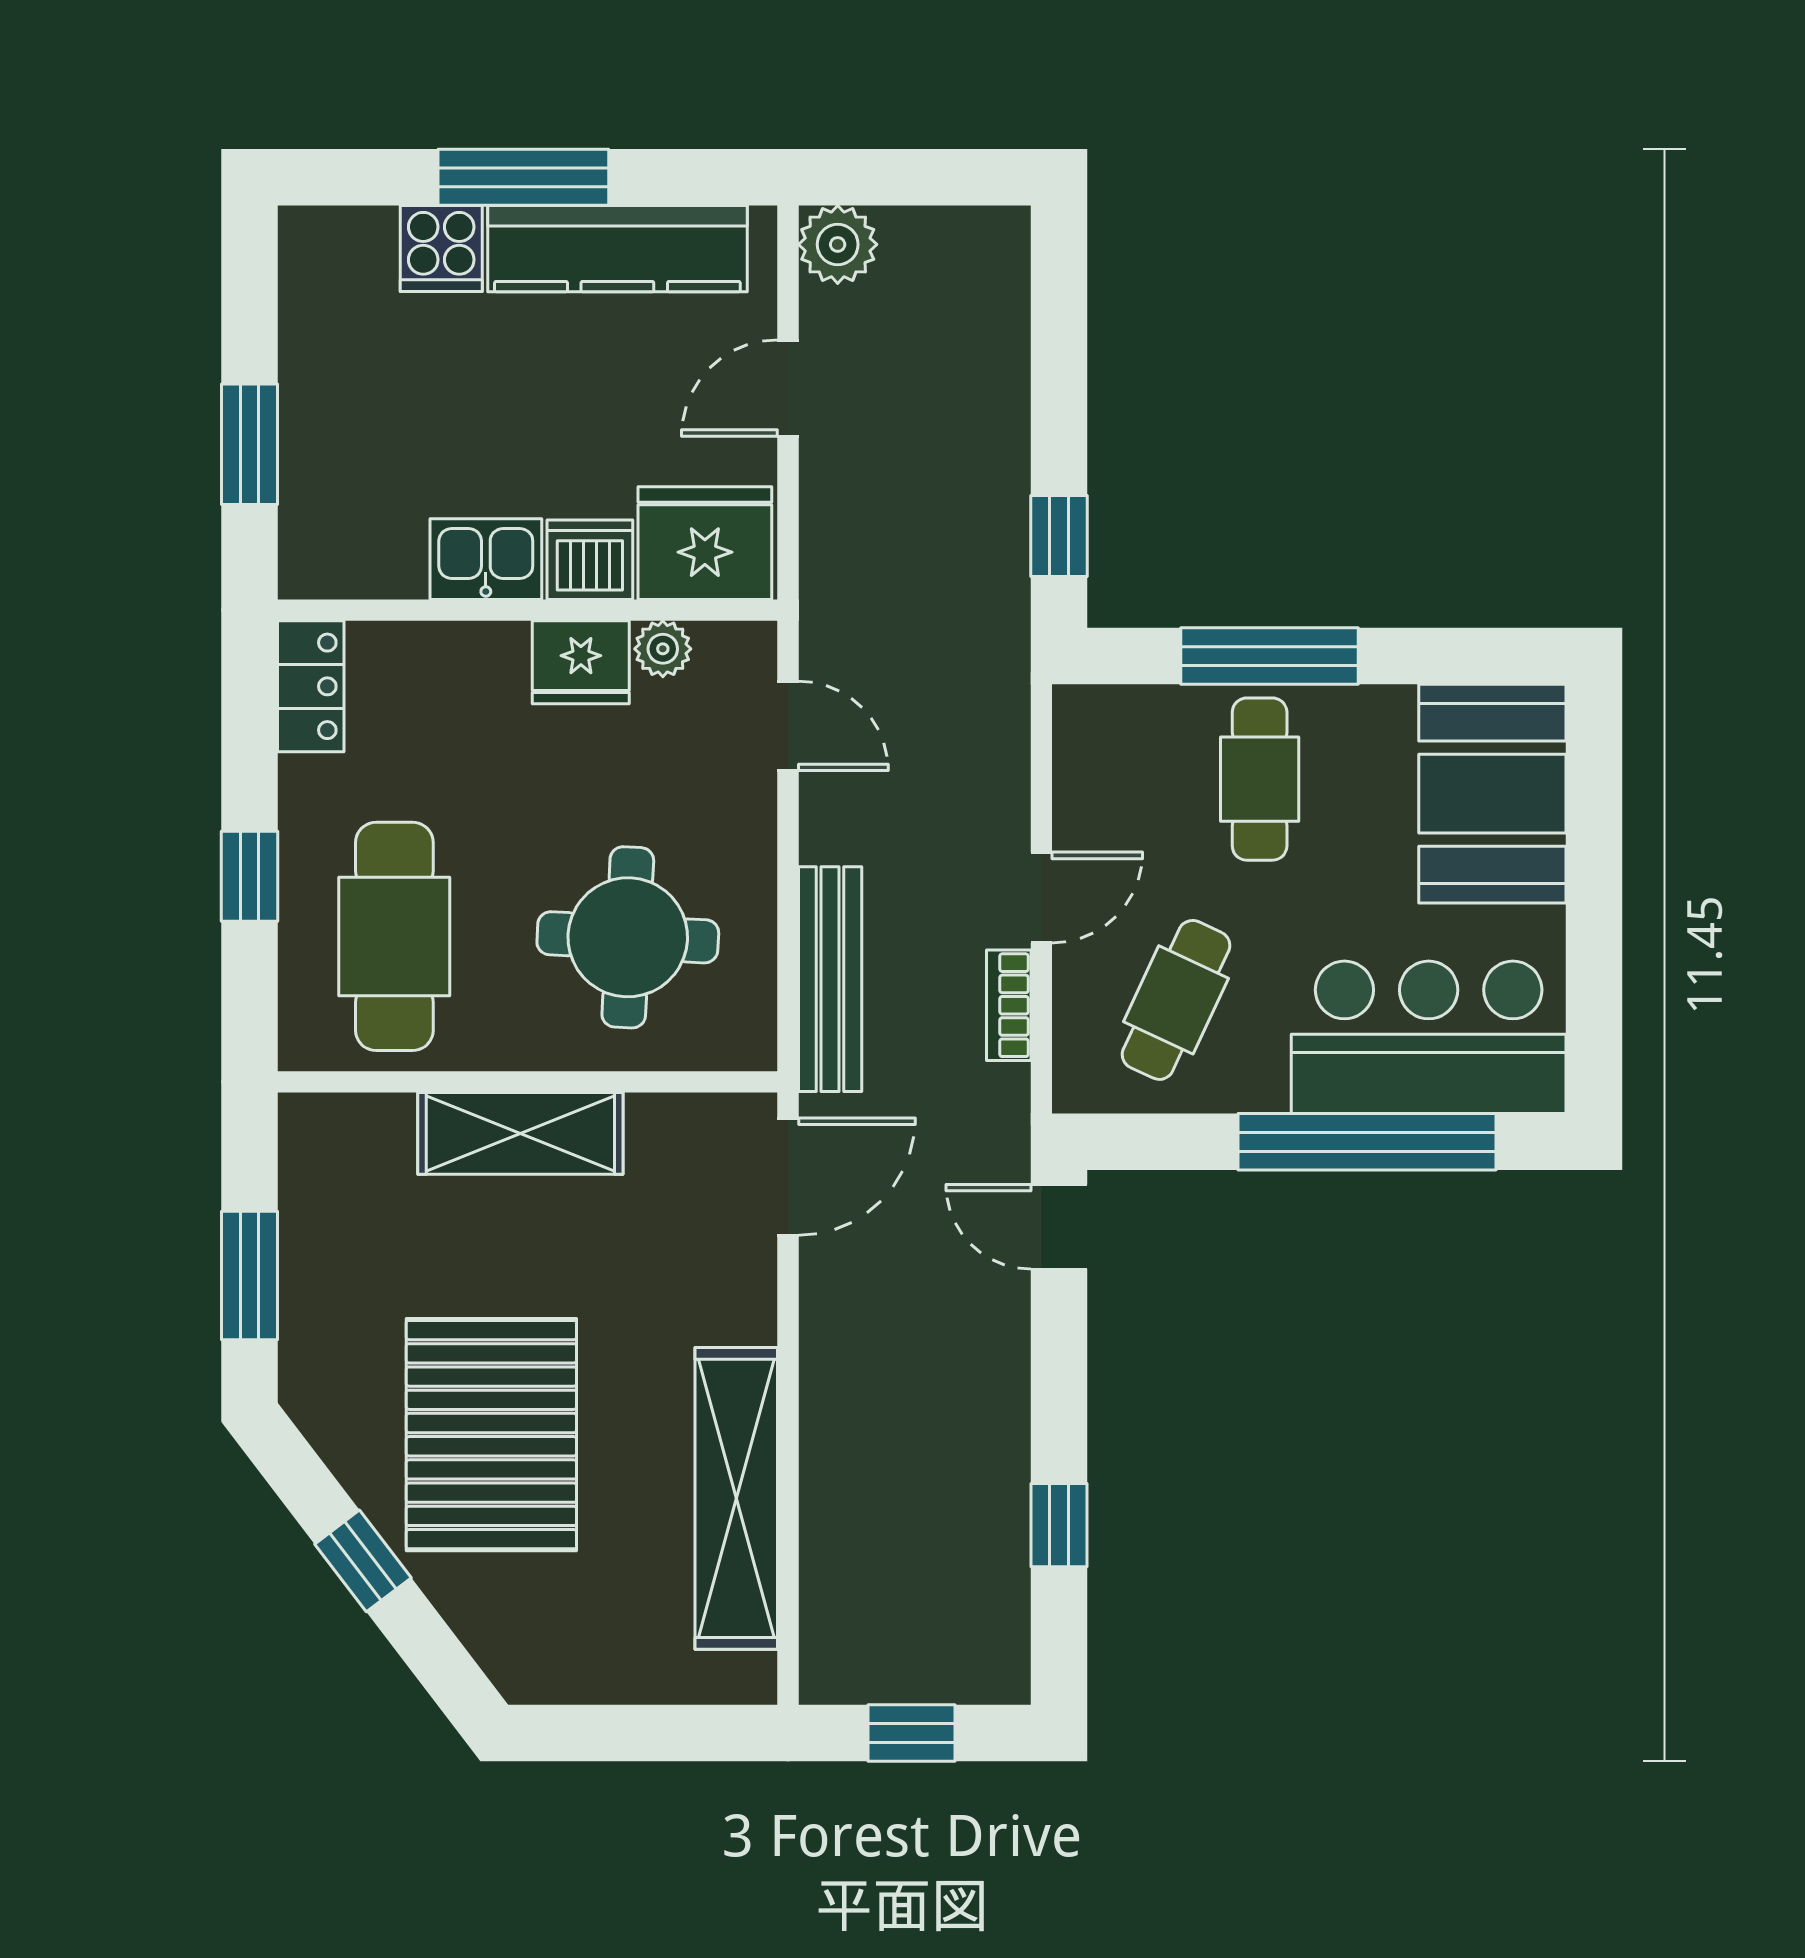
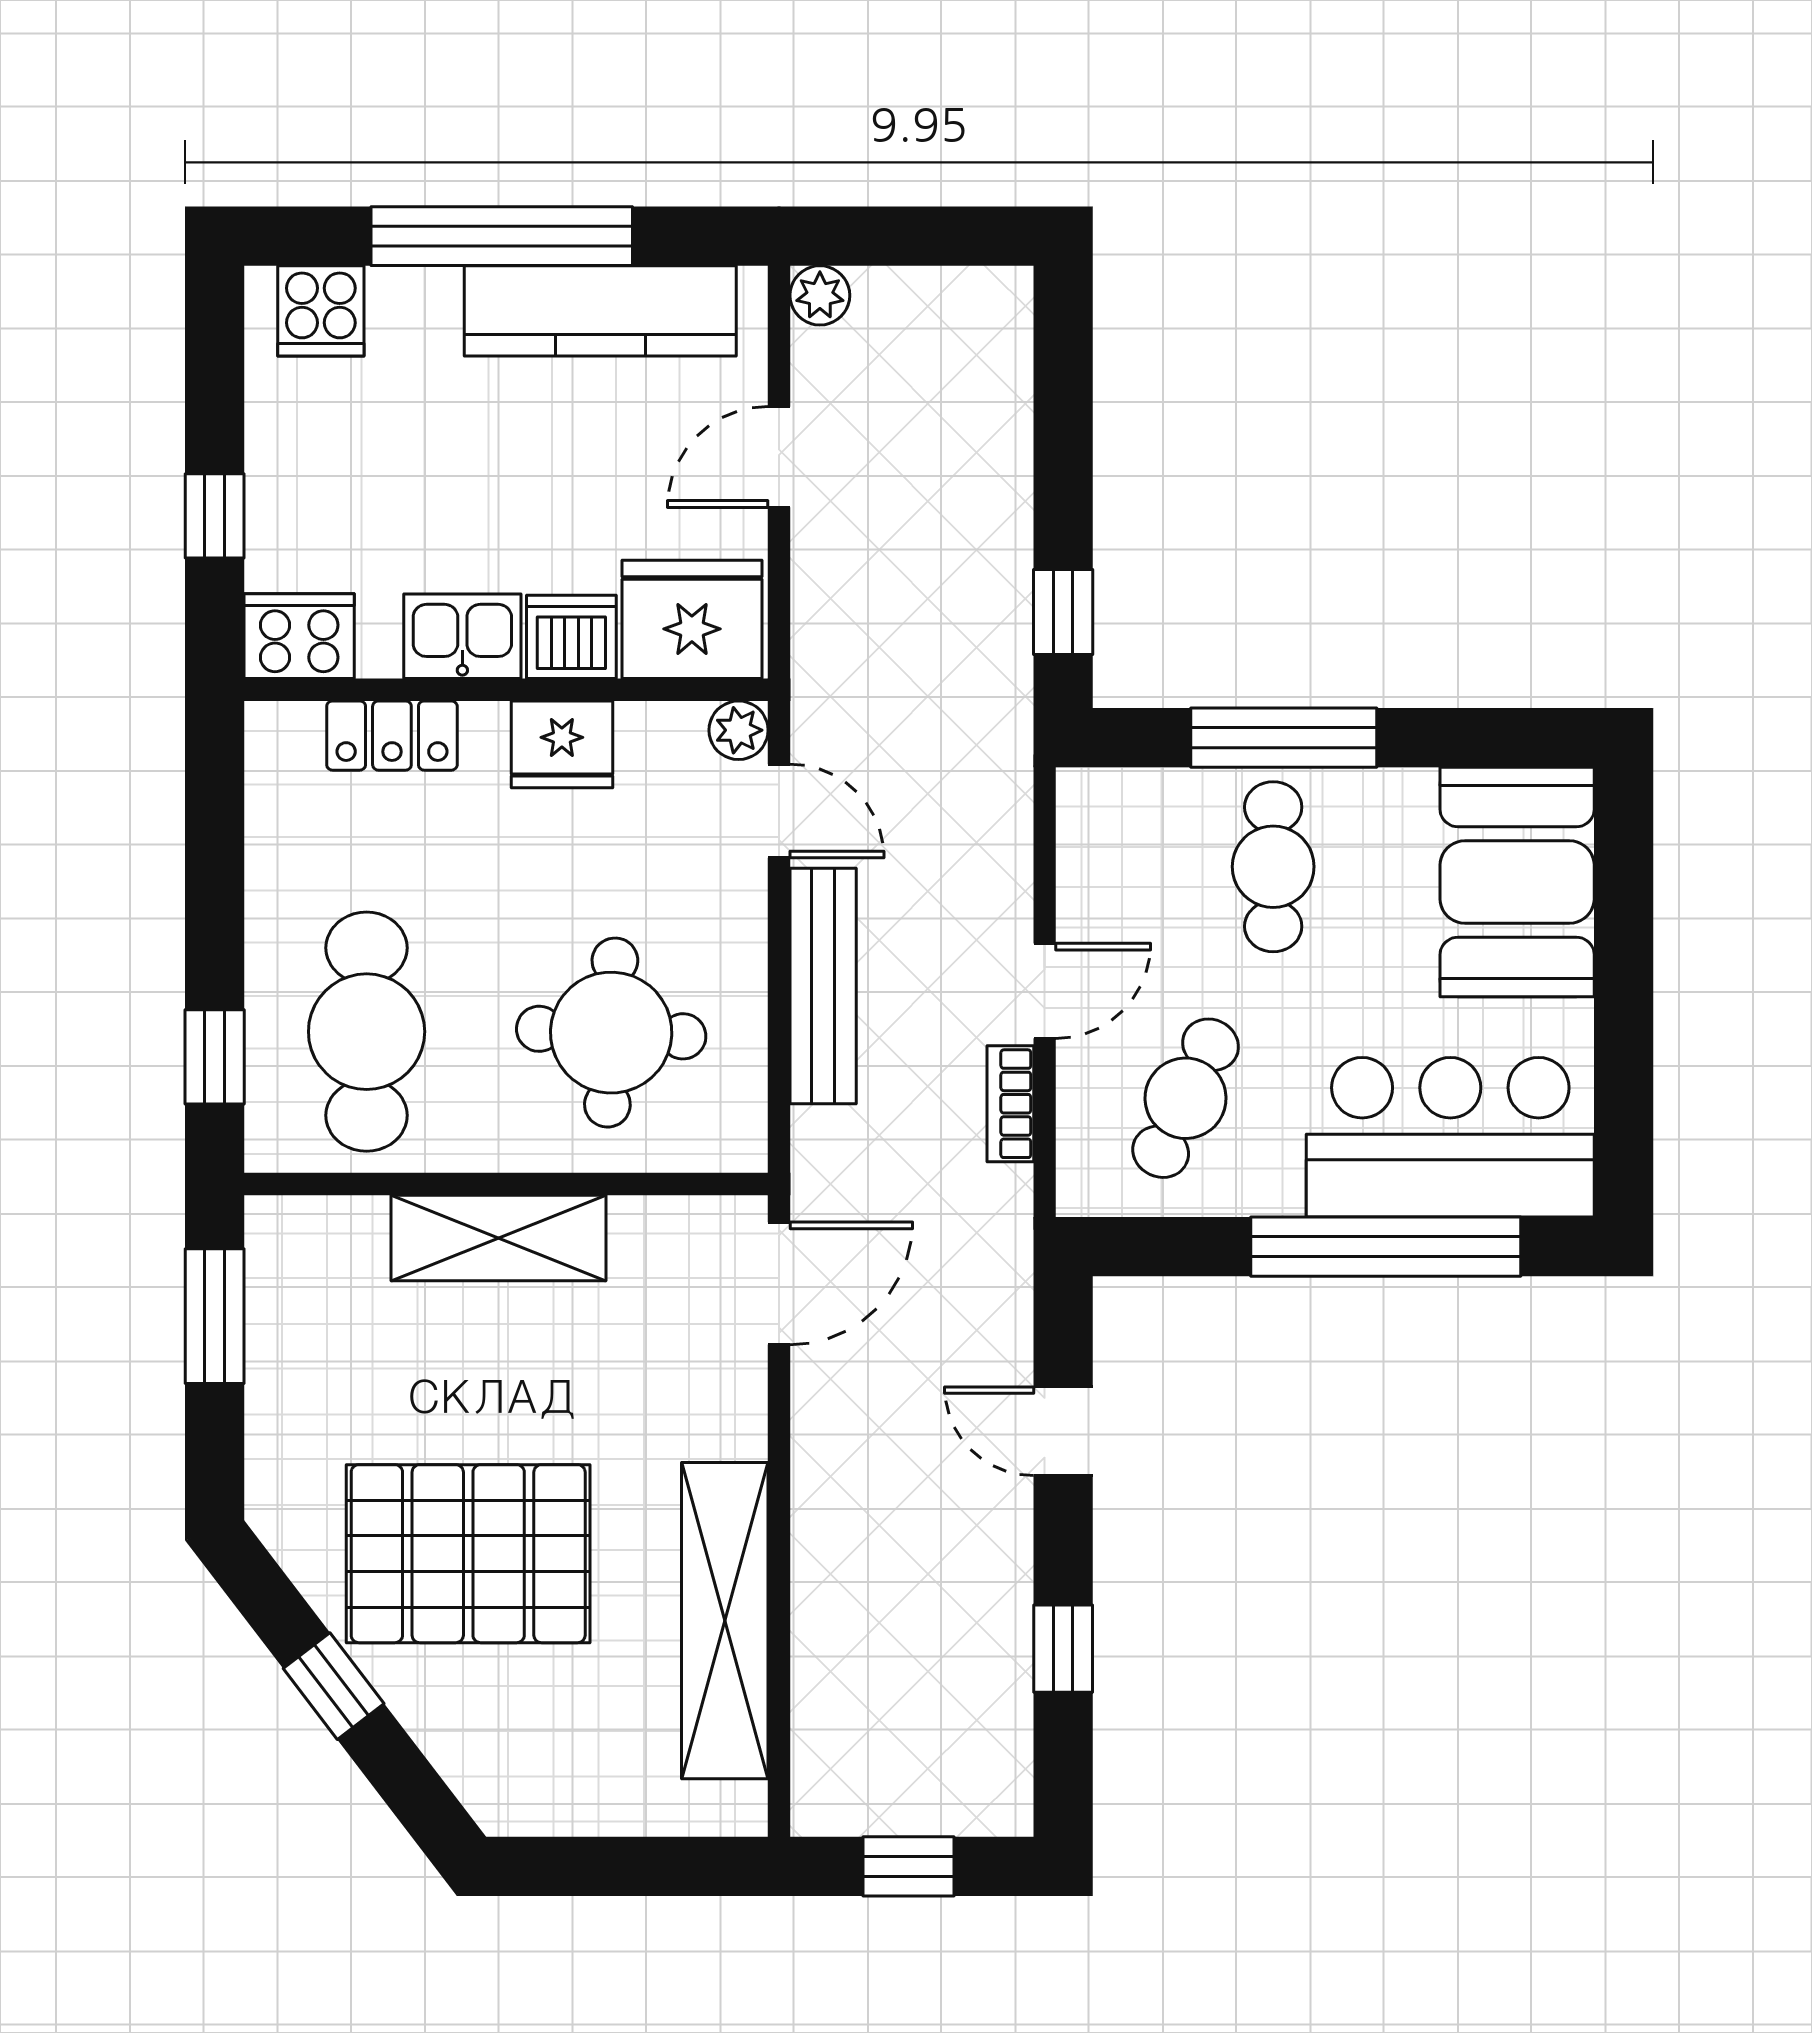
window: (523, 177) -> (502, 236), width x1.46
plant: (838, 244) -> (820, 295), width x0.73, depth x0.73
cooker: (441, 249) -> (321, 311), moved
window: (249, 444) -> (215, 516), width x0.67
cooker: (330, 559) -> (299, 636), added
plant: (663, 649) -> (739, 730), moved
locker: (311, 686) -> (392, 736), moved, turned 90
window: (249, 876) -> (215, 1057), moved
bench: (830, 979) -> (823, 986), moved
door: (1059, 1227) -> (1063, 1431), moved
window: (249, 1276) -> (215, 1316), moved
pallet: (491, 1435) -> (468, 1554), turned 90

